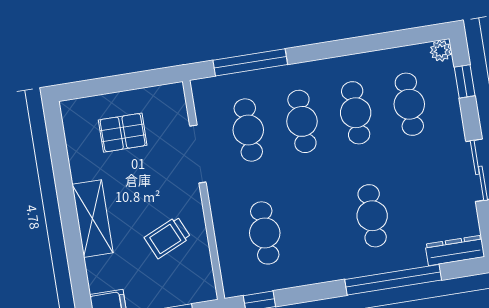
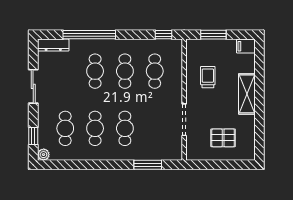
window: (250, 62) -> (148, 165), width x0.69
cafe table: (248, 130) -> (125, 71), moved
trolley: (167, 238) -> (208, 77), turned -66

